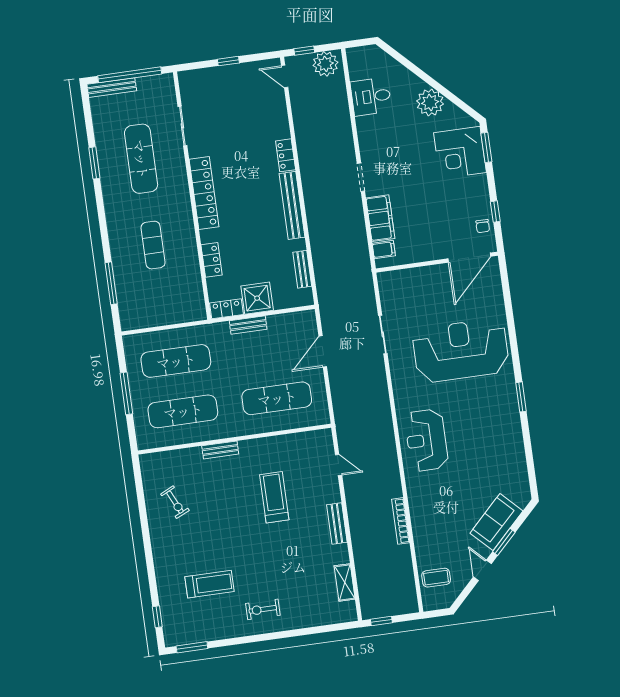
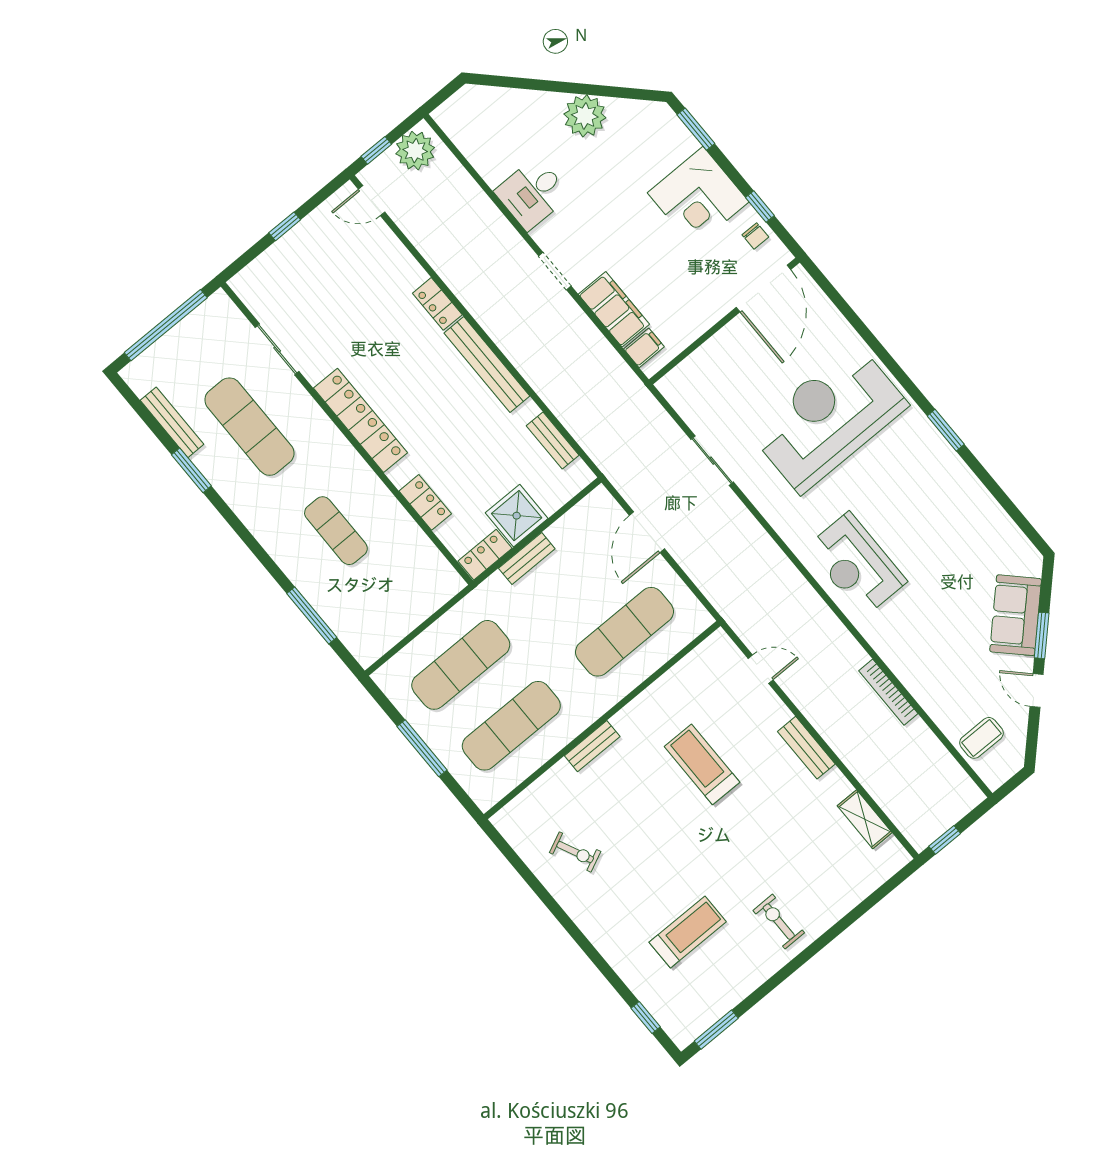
bench: (112, 88) -> (172, 422), moved, turned 90
desk: (371, 97) -> (532, 193), moved
corner desk: (460, 153) -> (698, 197), moved
exercise bike: (263, 609) -> (779, 922), turned 90

